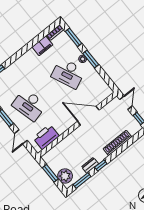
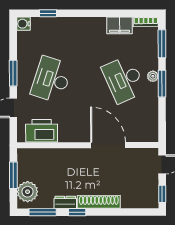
desk: (29, 105) -> (51, 80), turned 33
shoe rack: (117, 143) -> (99, 202), moved

